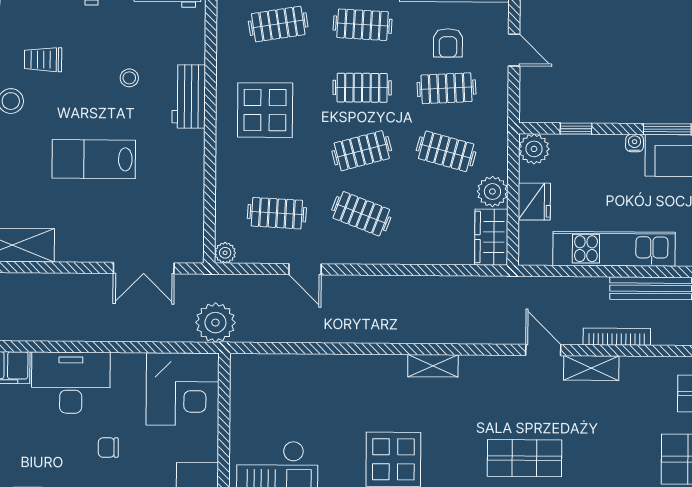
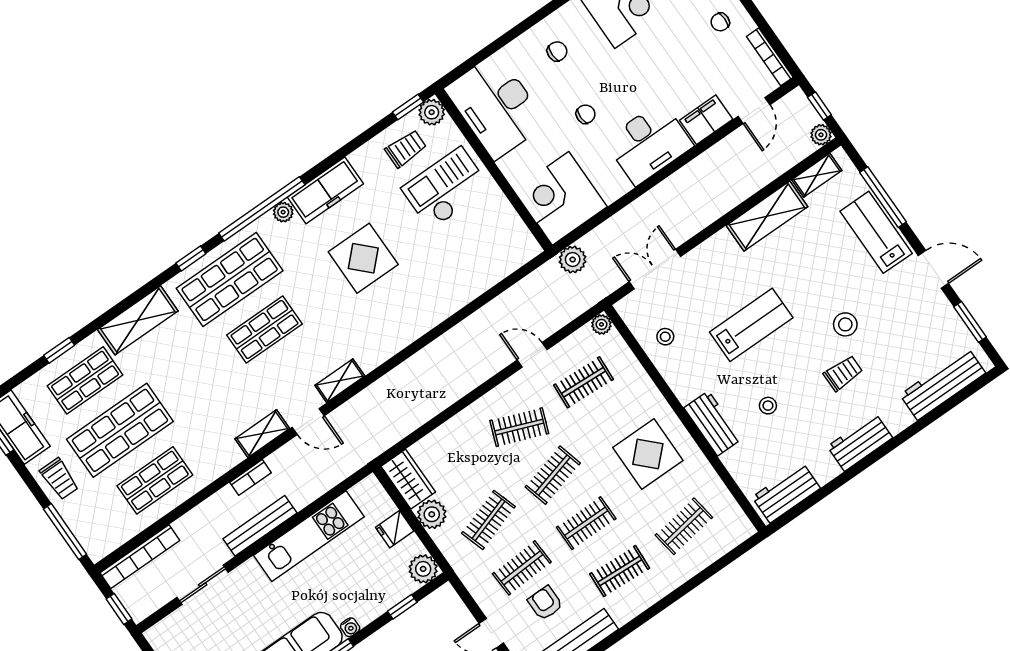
clothes rail: (446, 151) -> (488, 520), turned -33
stool: (177, 202) -> (665, 337), added
fridge: (534, 202) -> (395, 529), width x0.72
plant: (215, 323) -> (573, 260), width x0.73, depth x0.73
bookcase: (617, 337) -> (250, 477), width x0.64
shelving: (433, 366) -> (340, 381), moved

